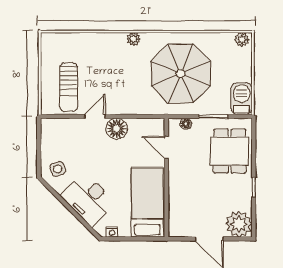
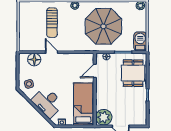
sun lounger: (69, 87) -> (52, 23), moved
door: (95, 116) -> (52, 52), hinge flipped
floor lamp: (117, 129) -> (34, 60), moved
door: (166, 148) -> (95, 71), hinge flipped
plant: (239, 224) -> (104, 117), moved

